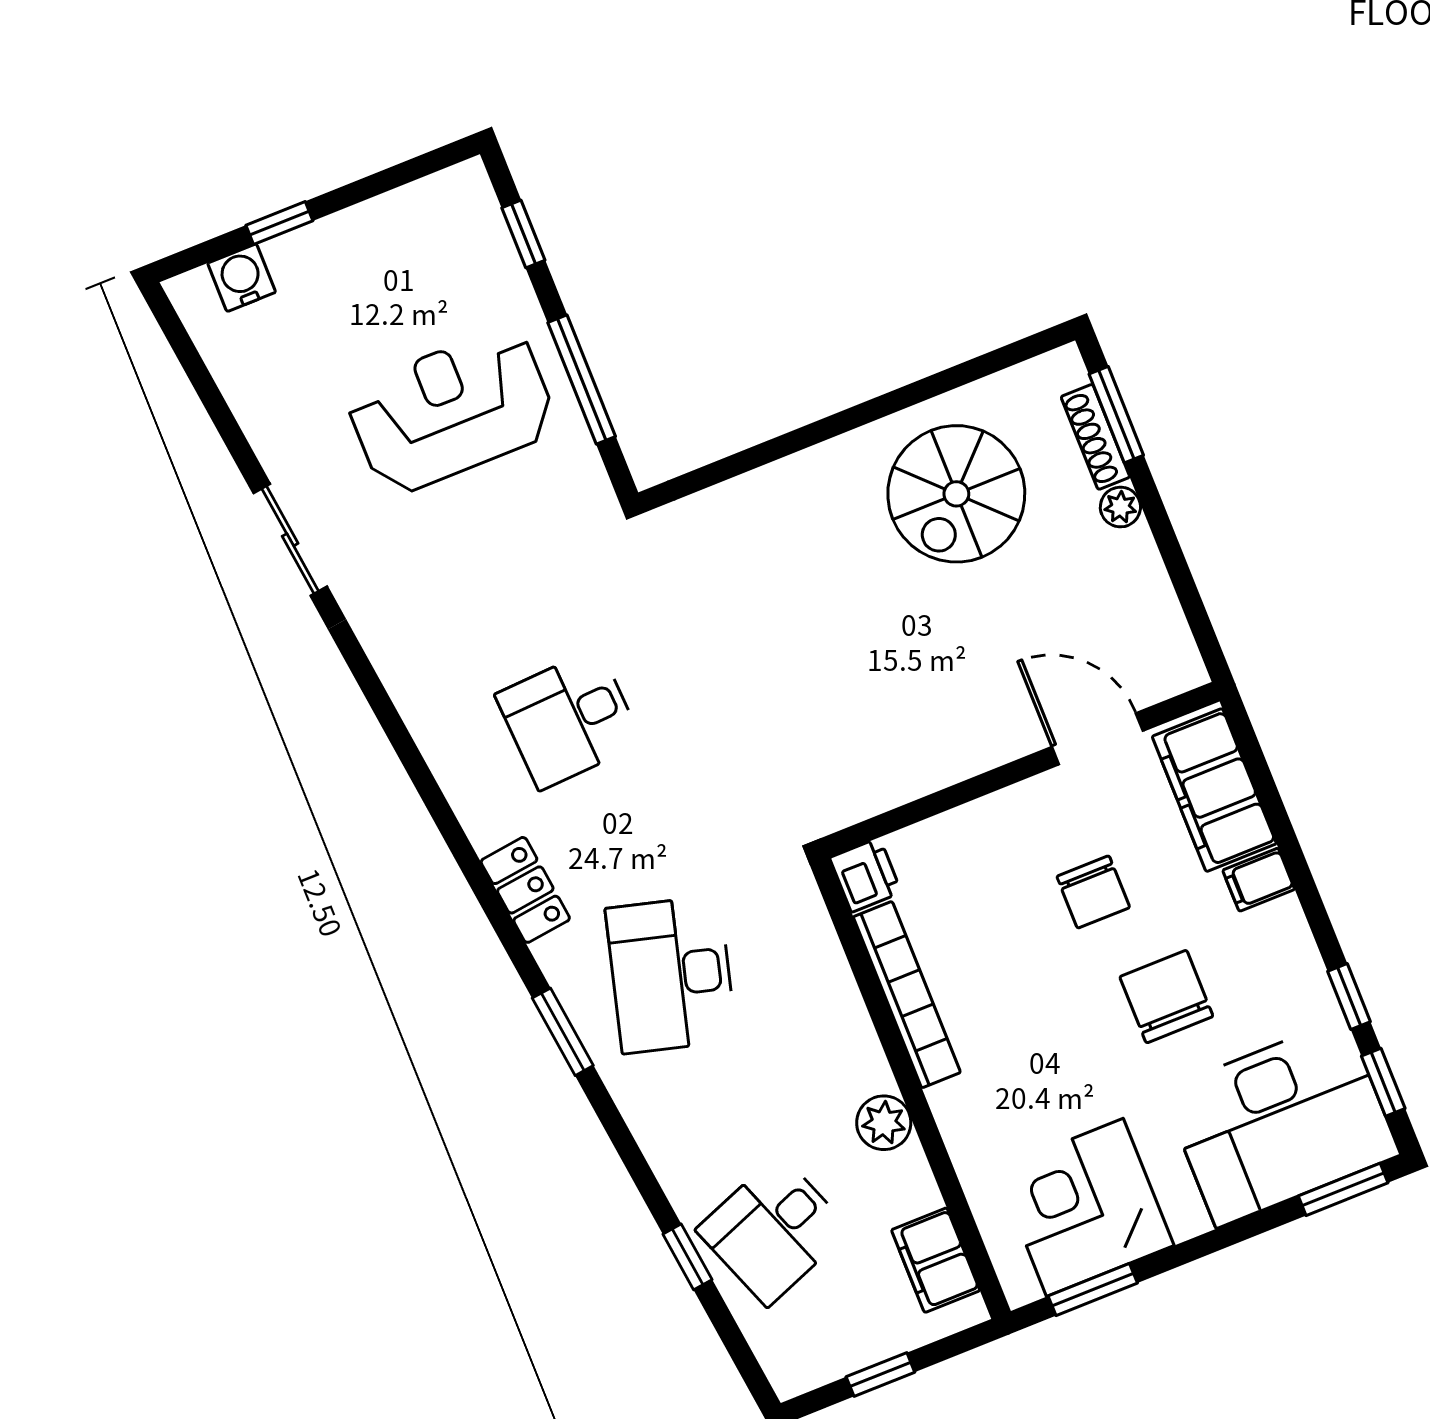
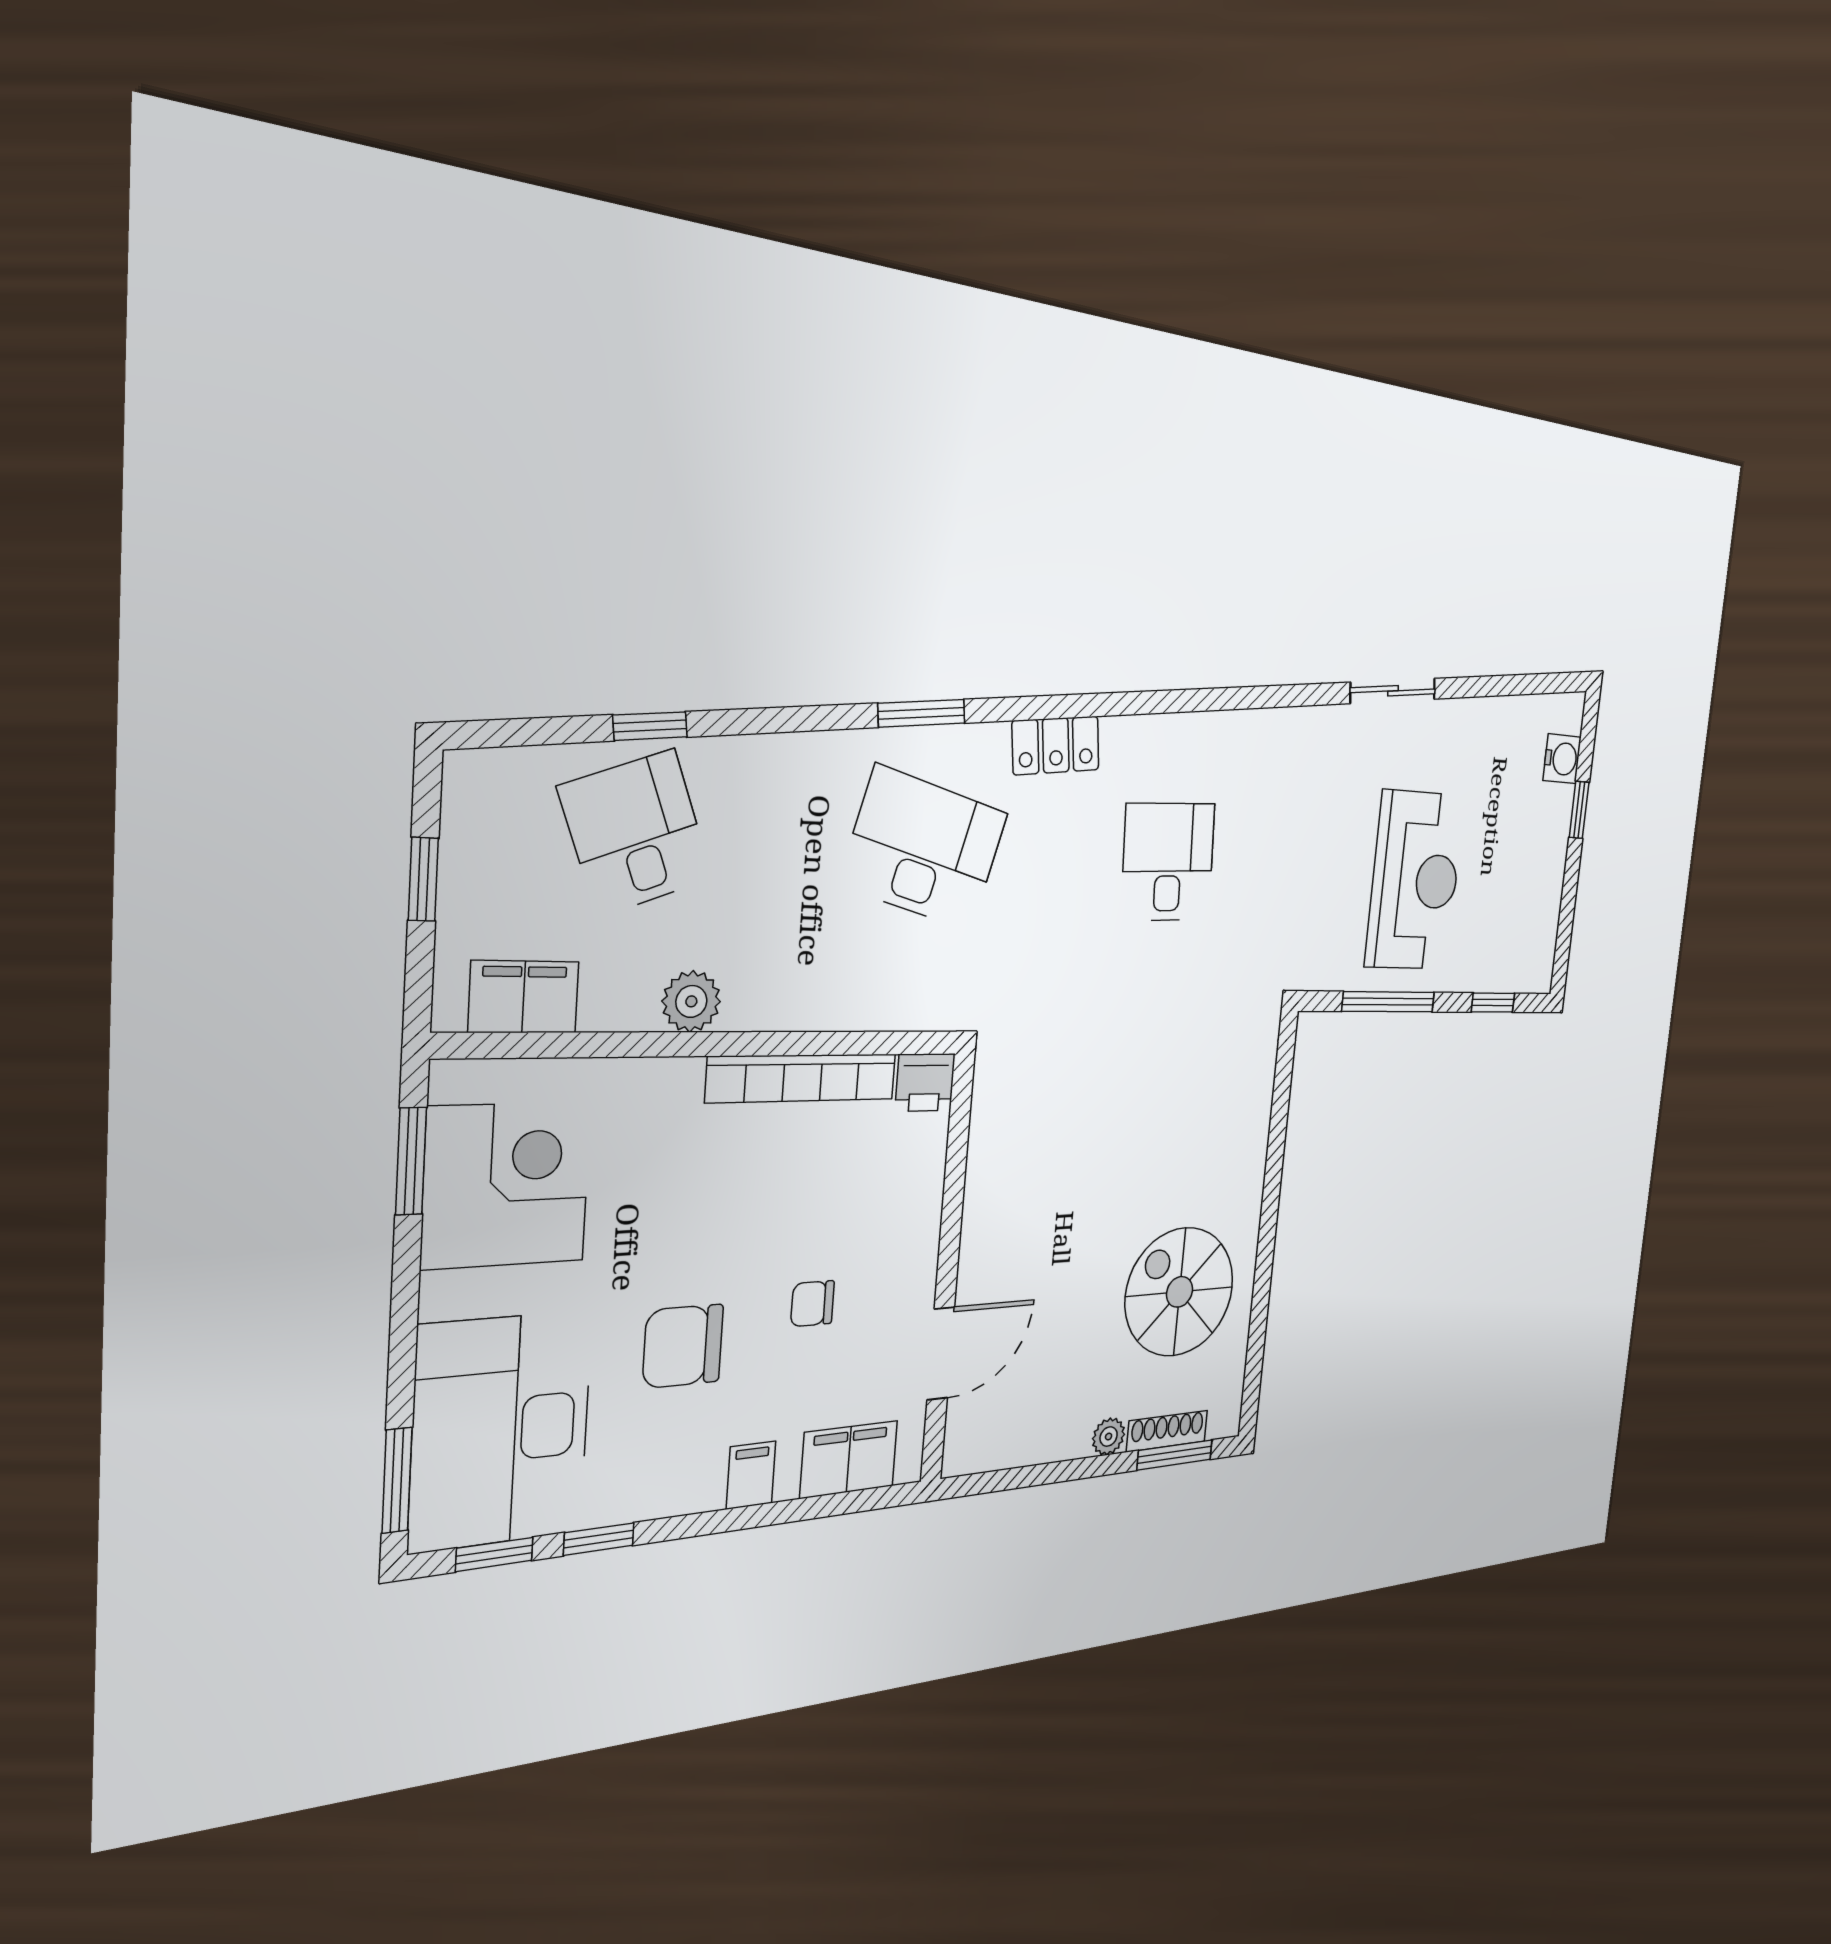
filing cabinet: (1214, 790) -> (849, 1459), width x0.67, depth x0.86
chair: (1093, 892) -> (812, 1304), width x0.73, depth x0.73
chair: (1166, 997) -> (683, 1346), turned 180

